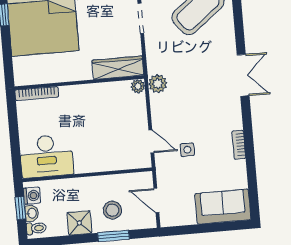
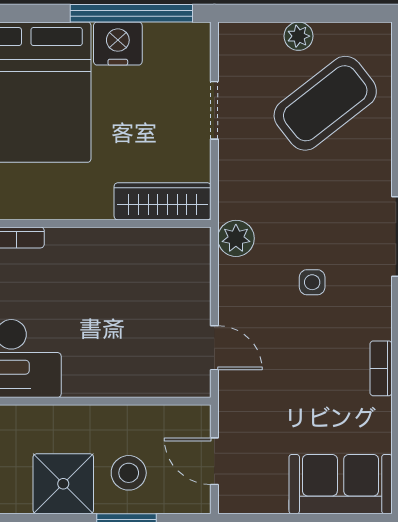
plant: (138, 86) -> (198, 240), removed
side table: (187, 150) -> (312, 282), moved
shower: (79, 223) -> (63, 484), width x1.36, depth x1.36

